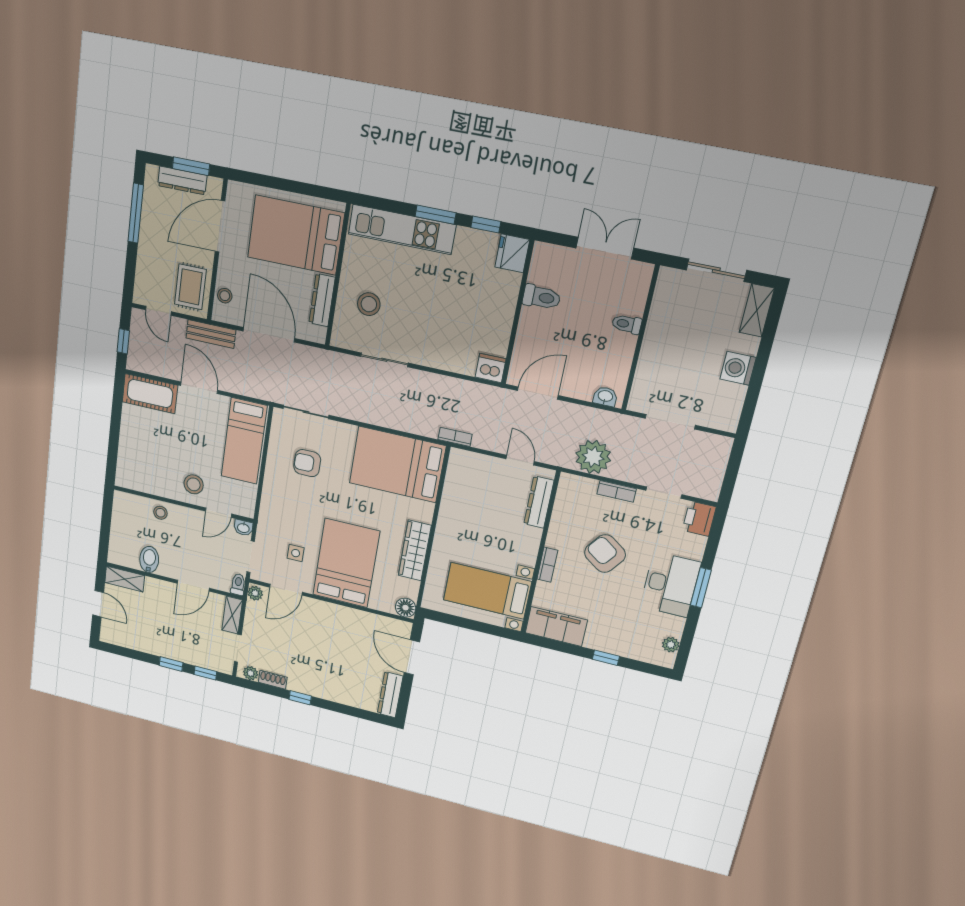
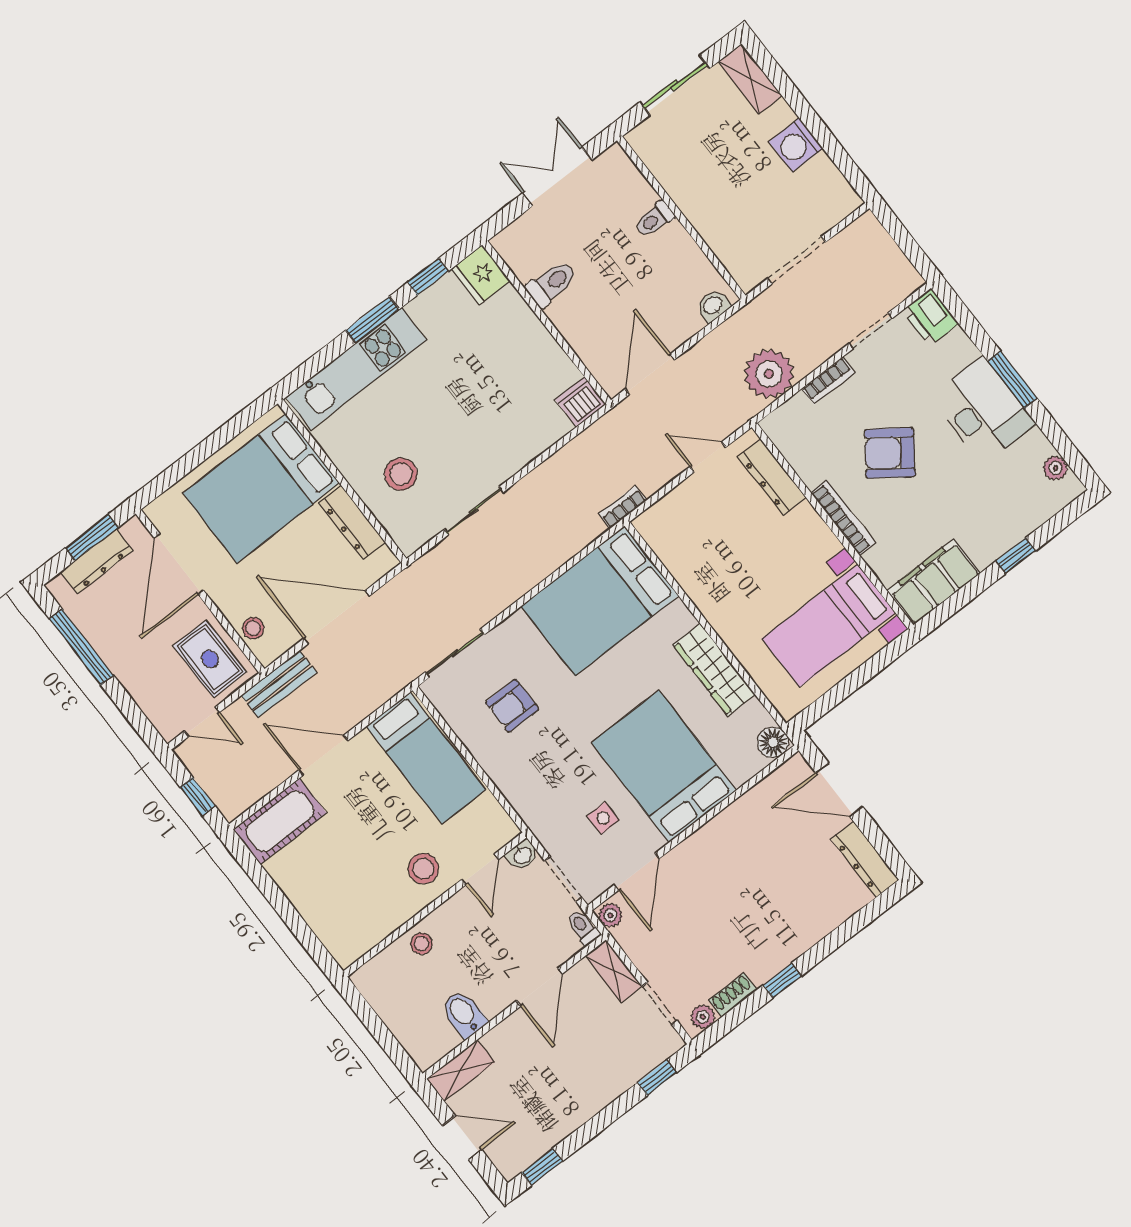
bookcase: (547, 565) -> (843, 518), width x1.56
window: (171, 664) -> (542, 1167), moved

